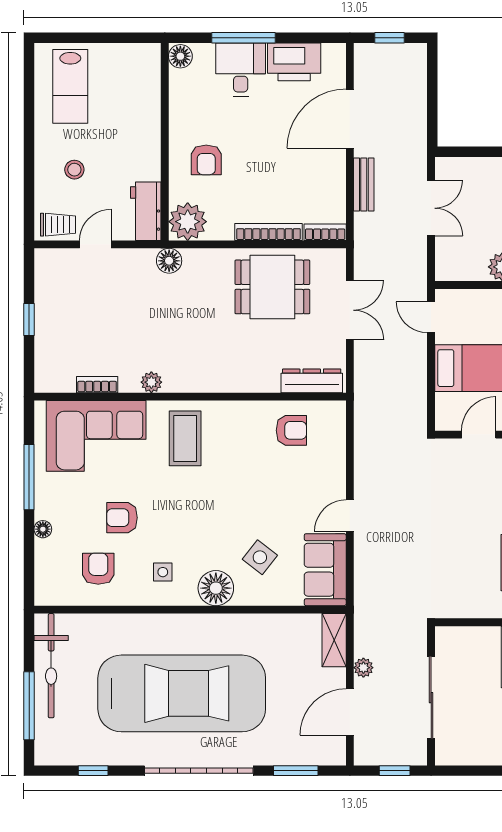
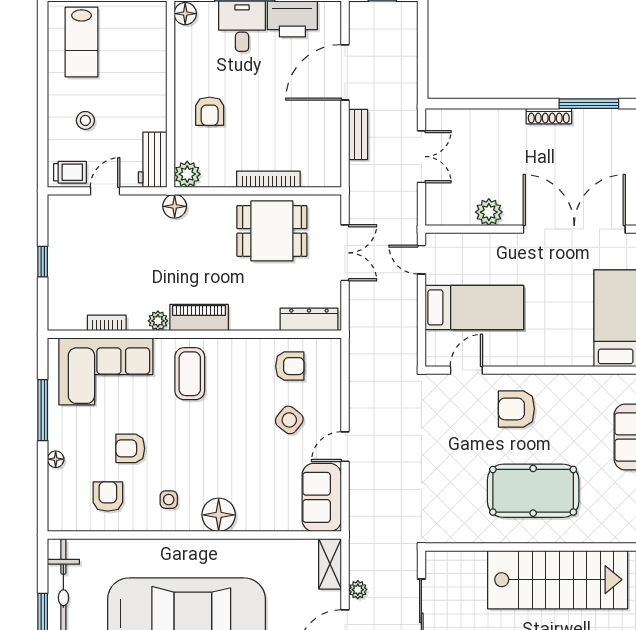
plant: (188, 222) -> (187, 174), width x0.73, depth x0.73
bookcase: (325, 232) -> (322, 179), removed
piano: (195, 379) -> (199, 318), added
side table: (260, 557) -> (289, 420), moved

